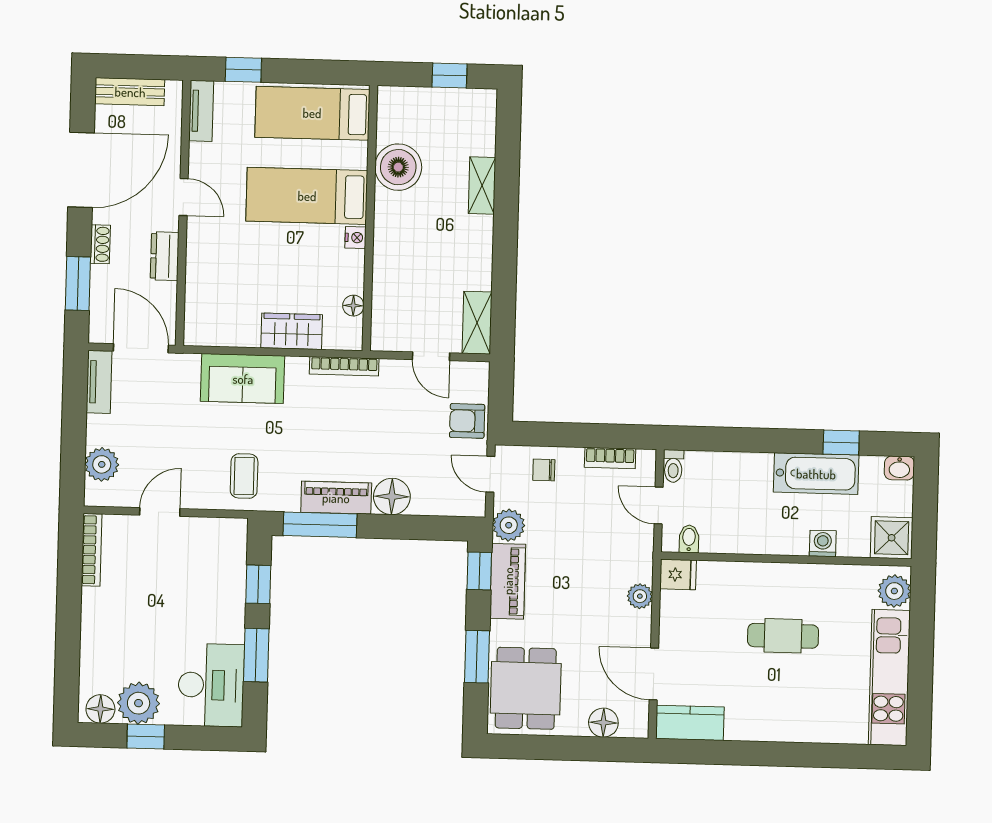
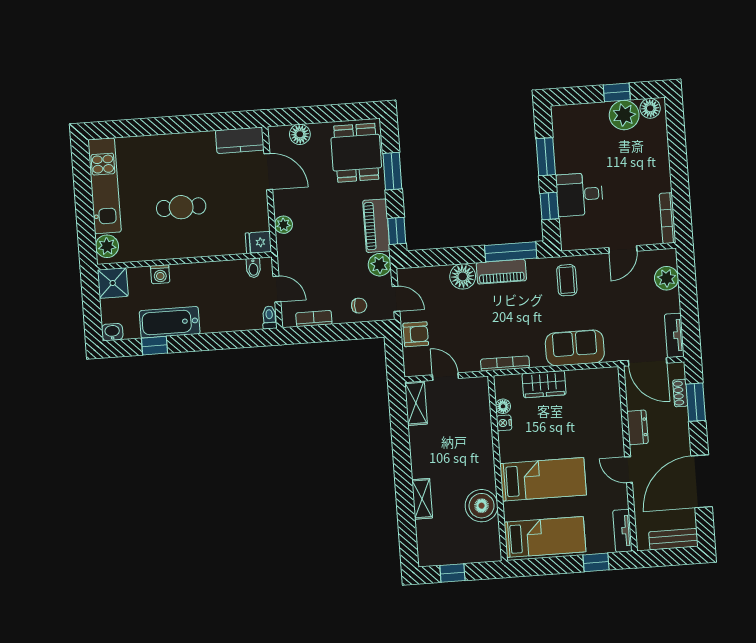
nightstand: (356, 238) -> (504, 423), moved
shoe rack: (100, 244) -> (680, 393), moved
desk: (211, 685) -> (580, 194), moved, width x0.73

